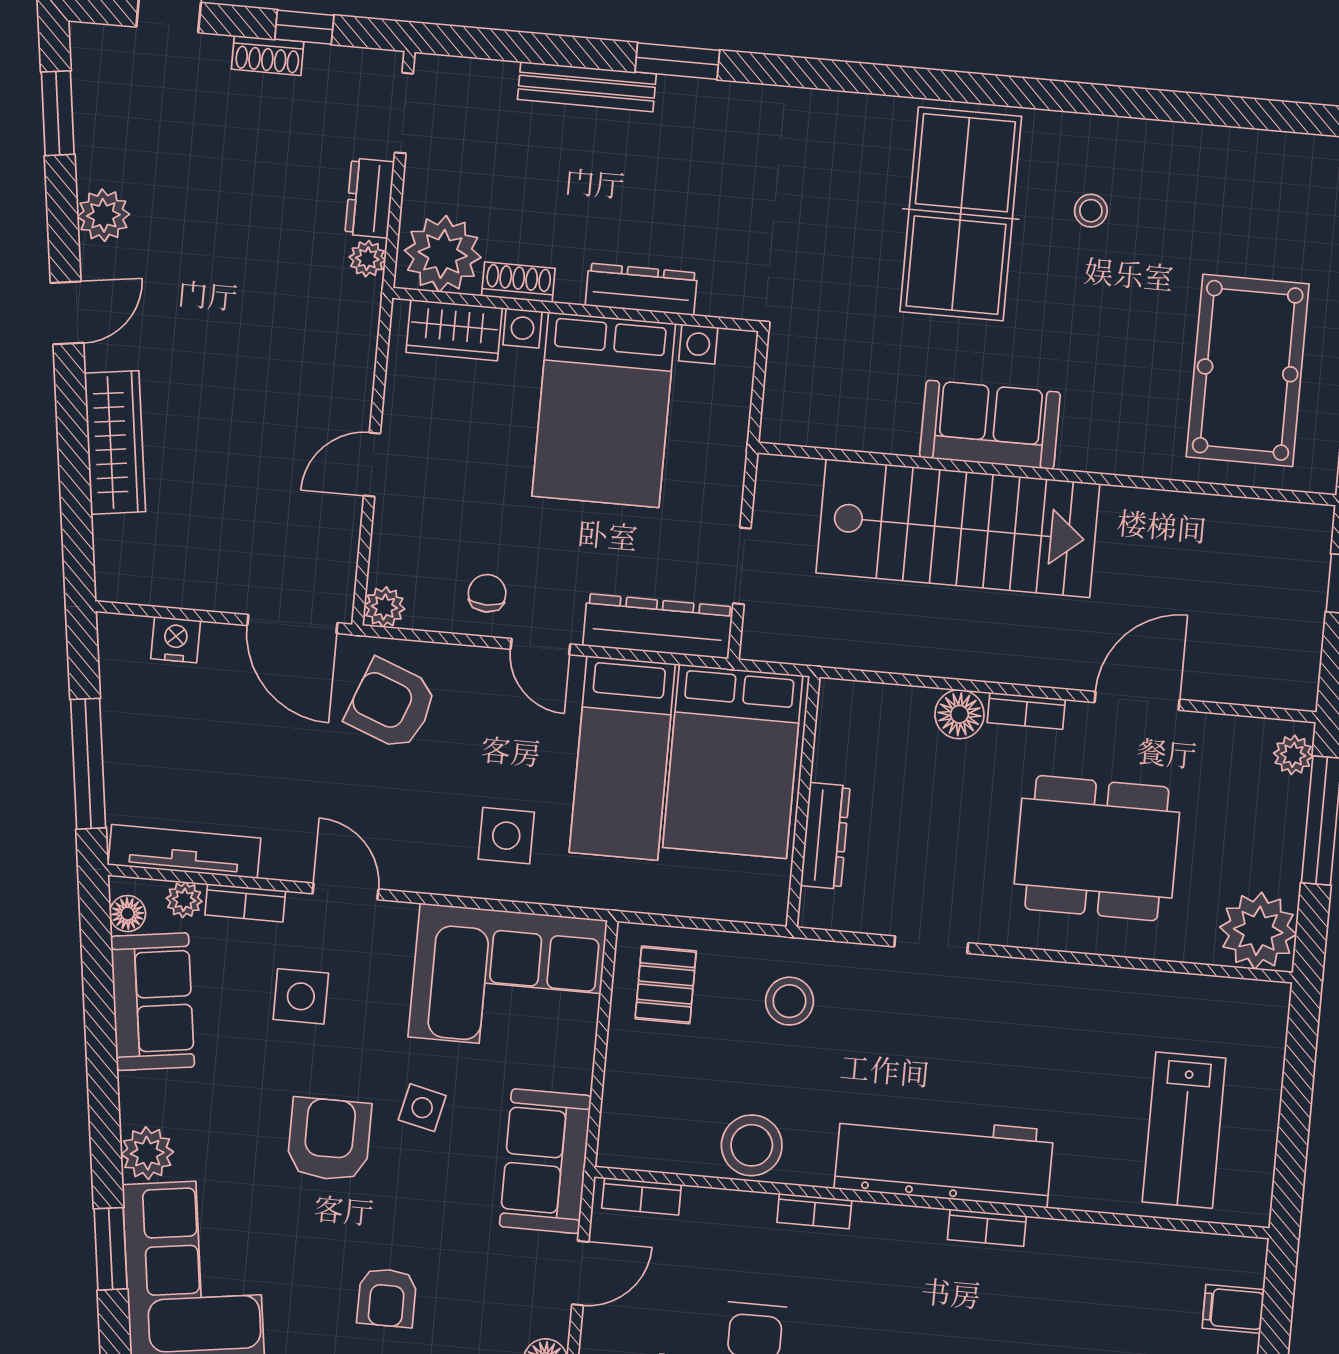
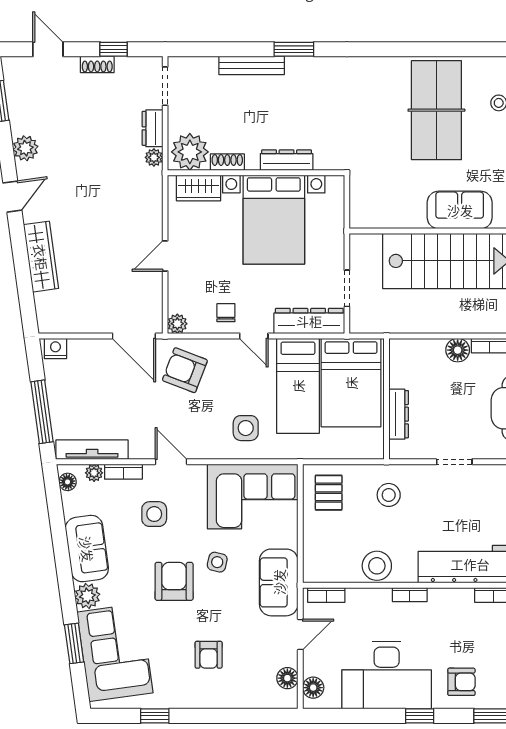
nightstand: (176, 640) -> (55, 348), moved
sofa: (153, 1002) -> (87, 549), moved

